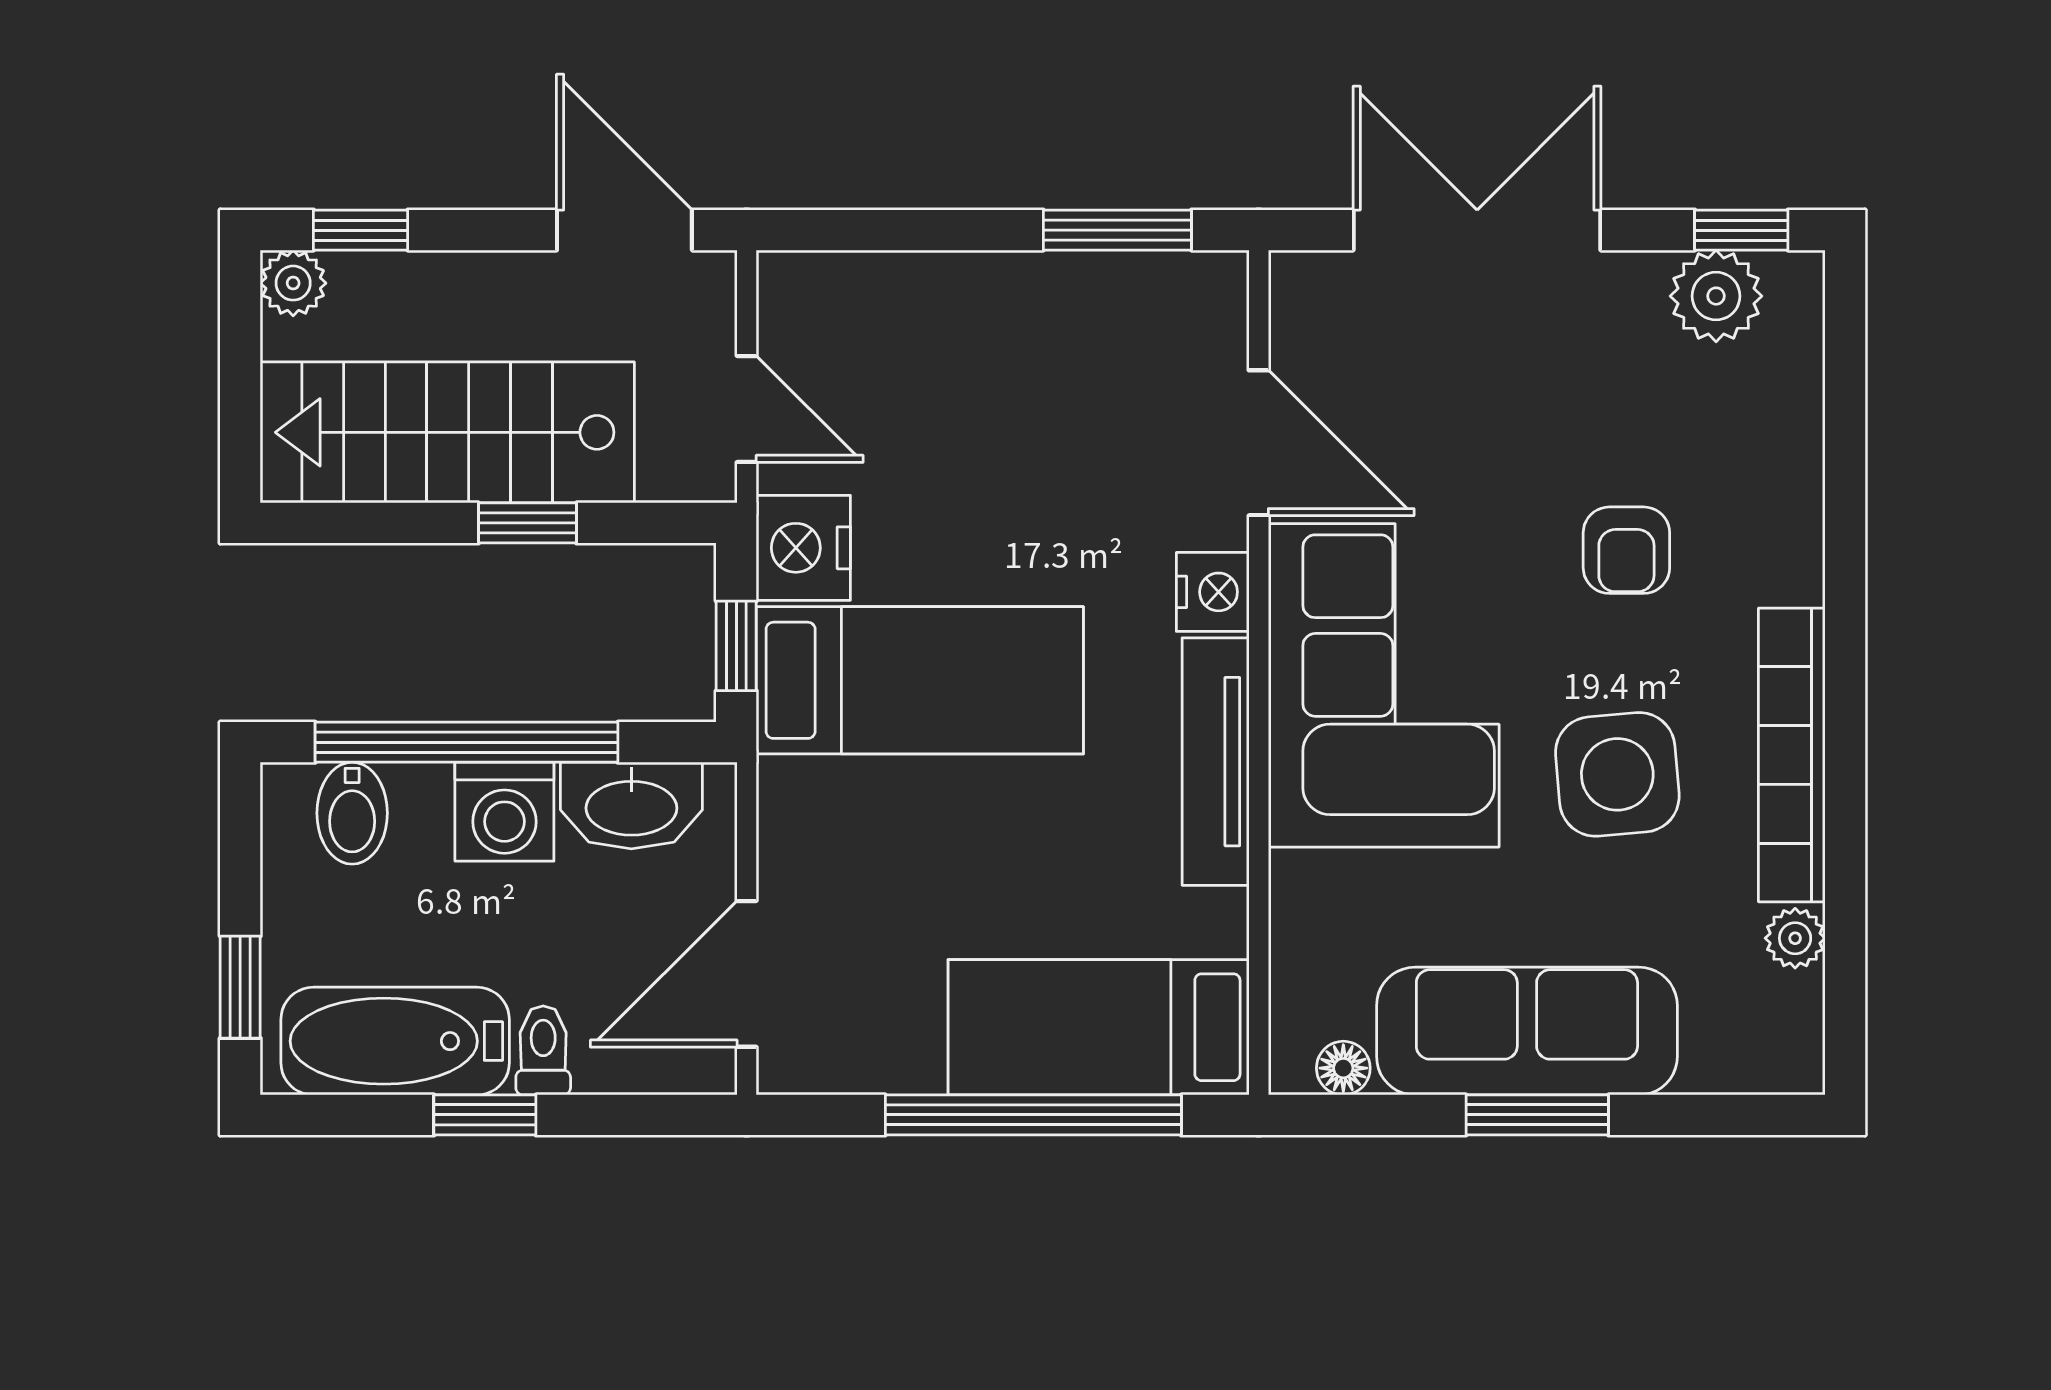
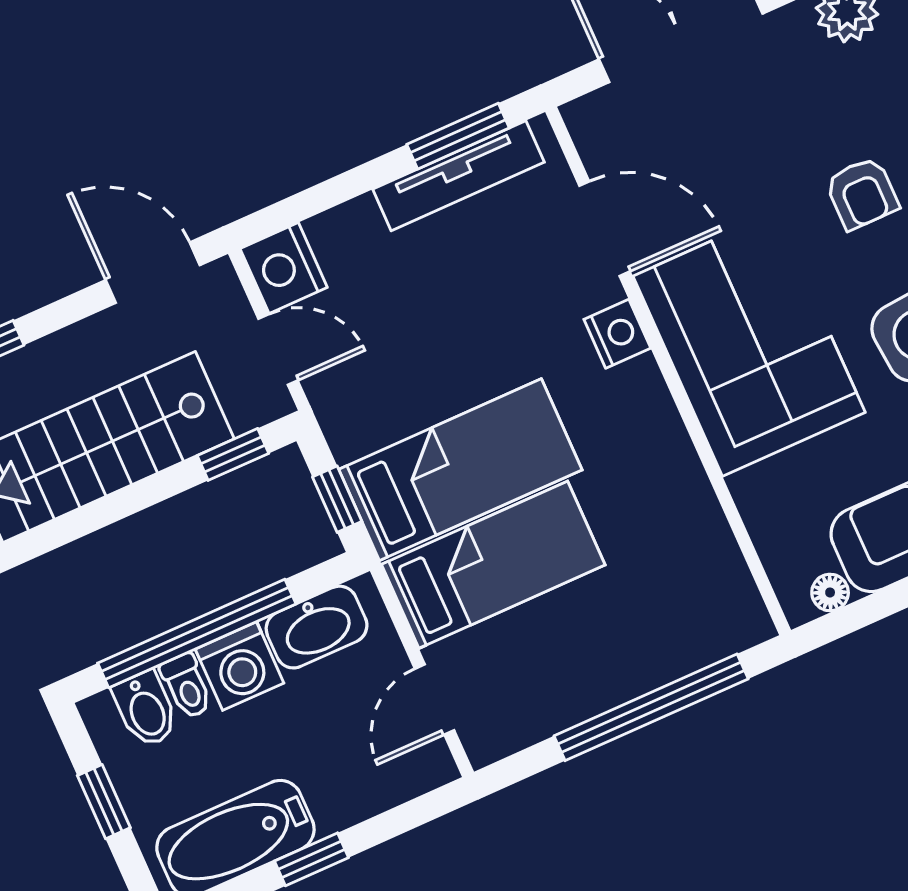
window: (527, 523) -> (233, 454), moved
nightstand: (803, 548) -> (284, 268), moved
tv unit: (1216, 762) -> (458, 176), moved, turned -90
door: (747, 974) -> (434, 699), width x0.73
window: (240, 987) -> (104, 802), moved
bed: (1099, 1027) -> (493, 565), moved, turned 180
toilet: (543, 1050) -> (187, 686), moved, turned 180

